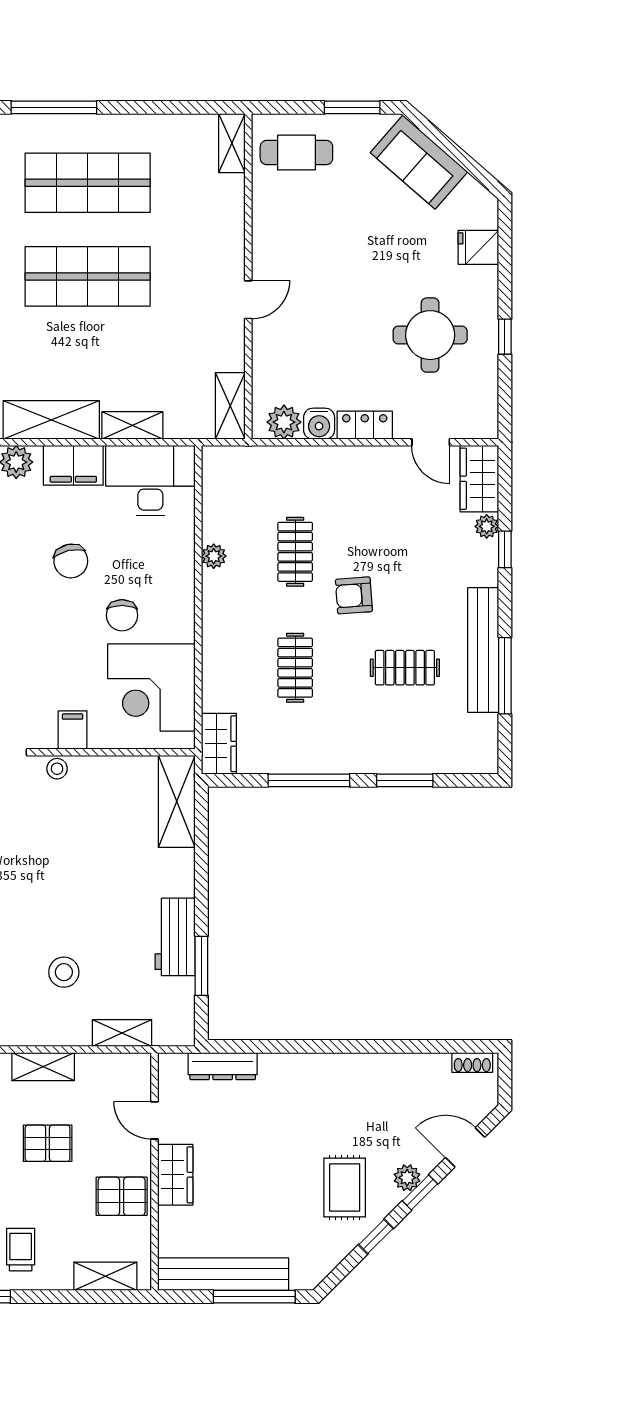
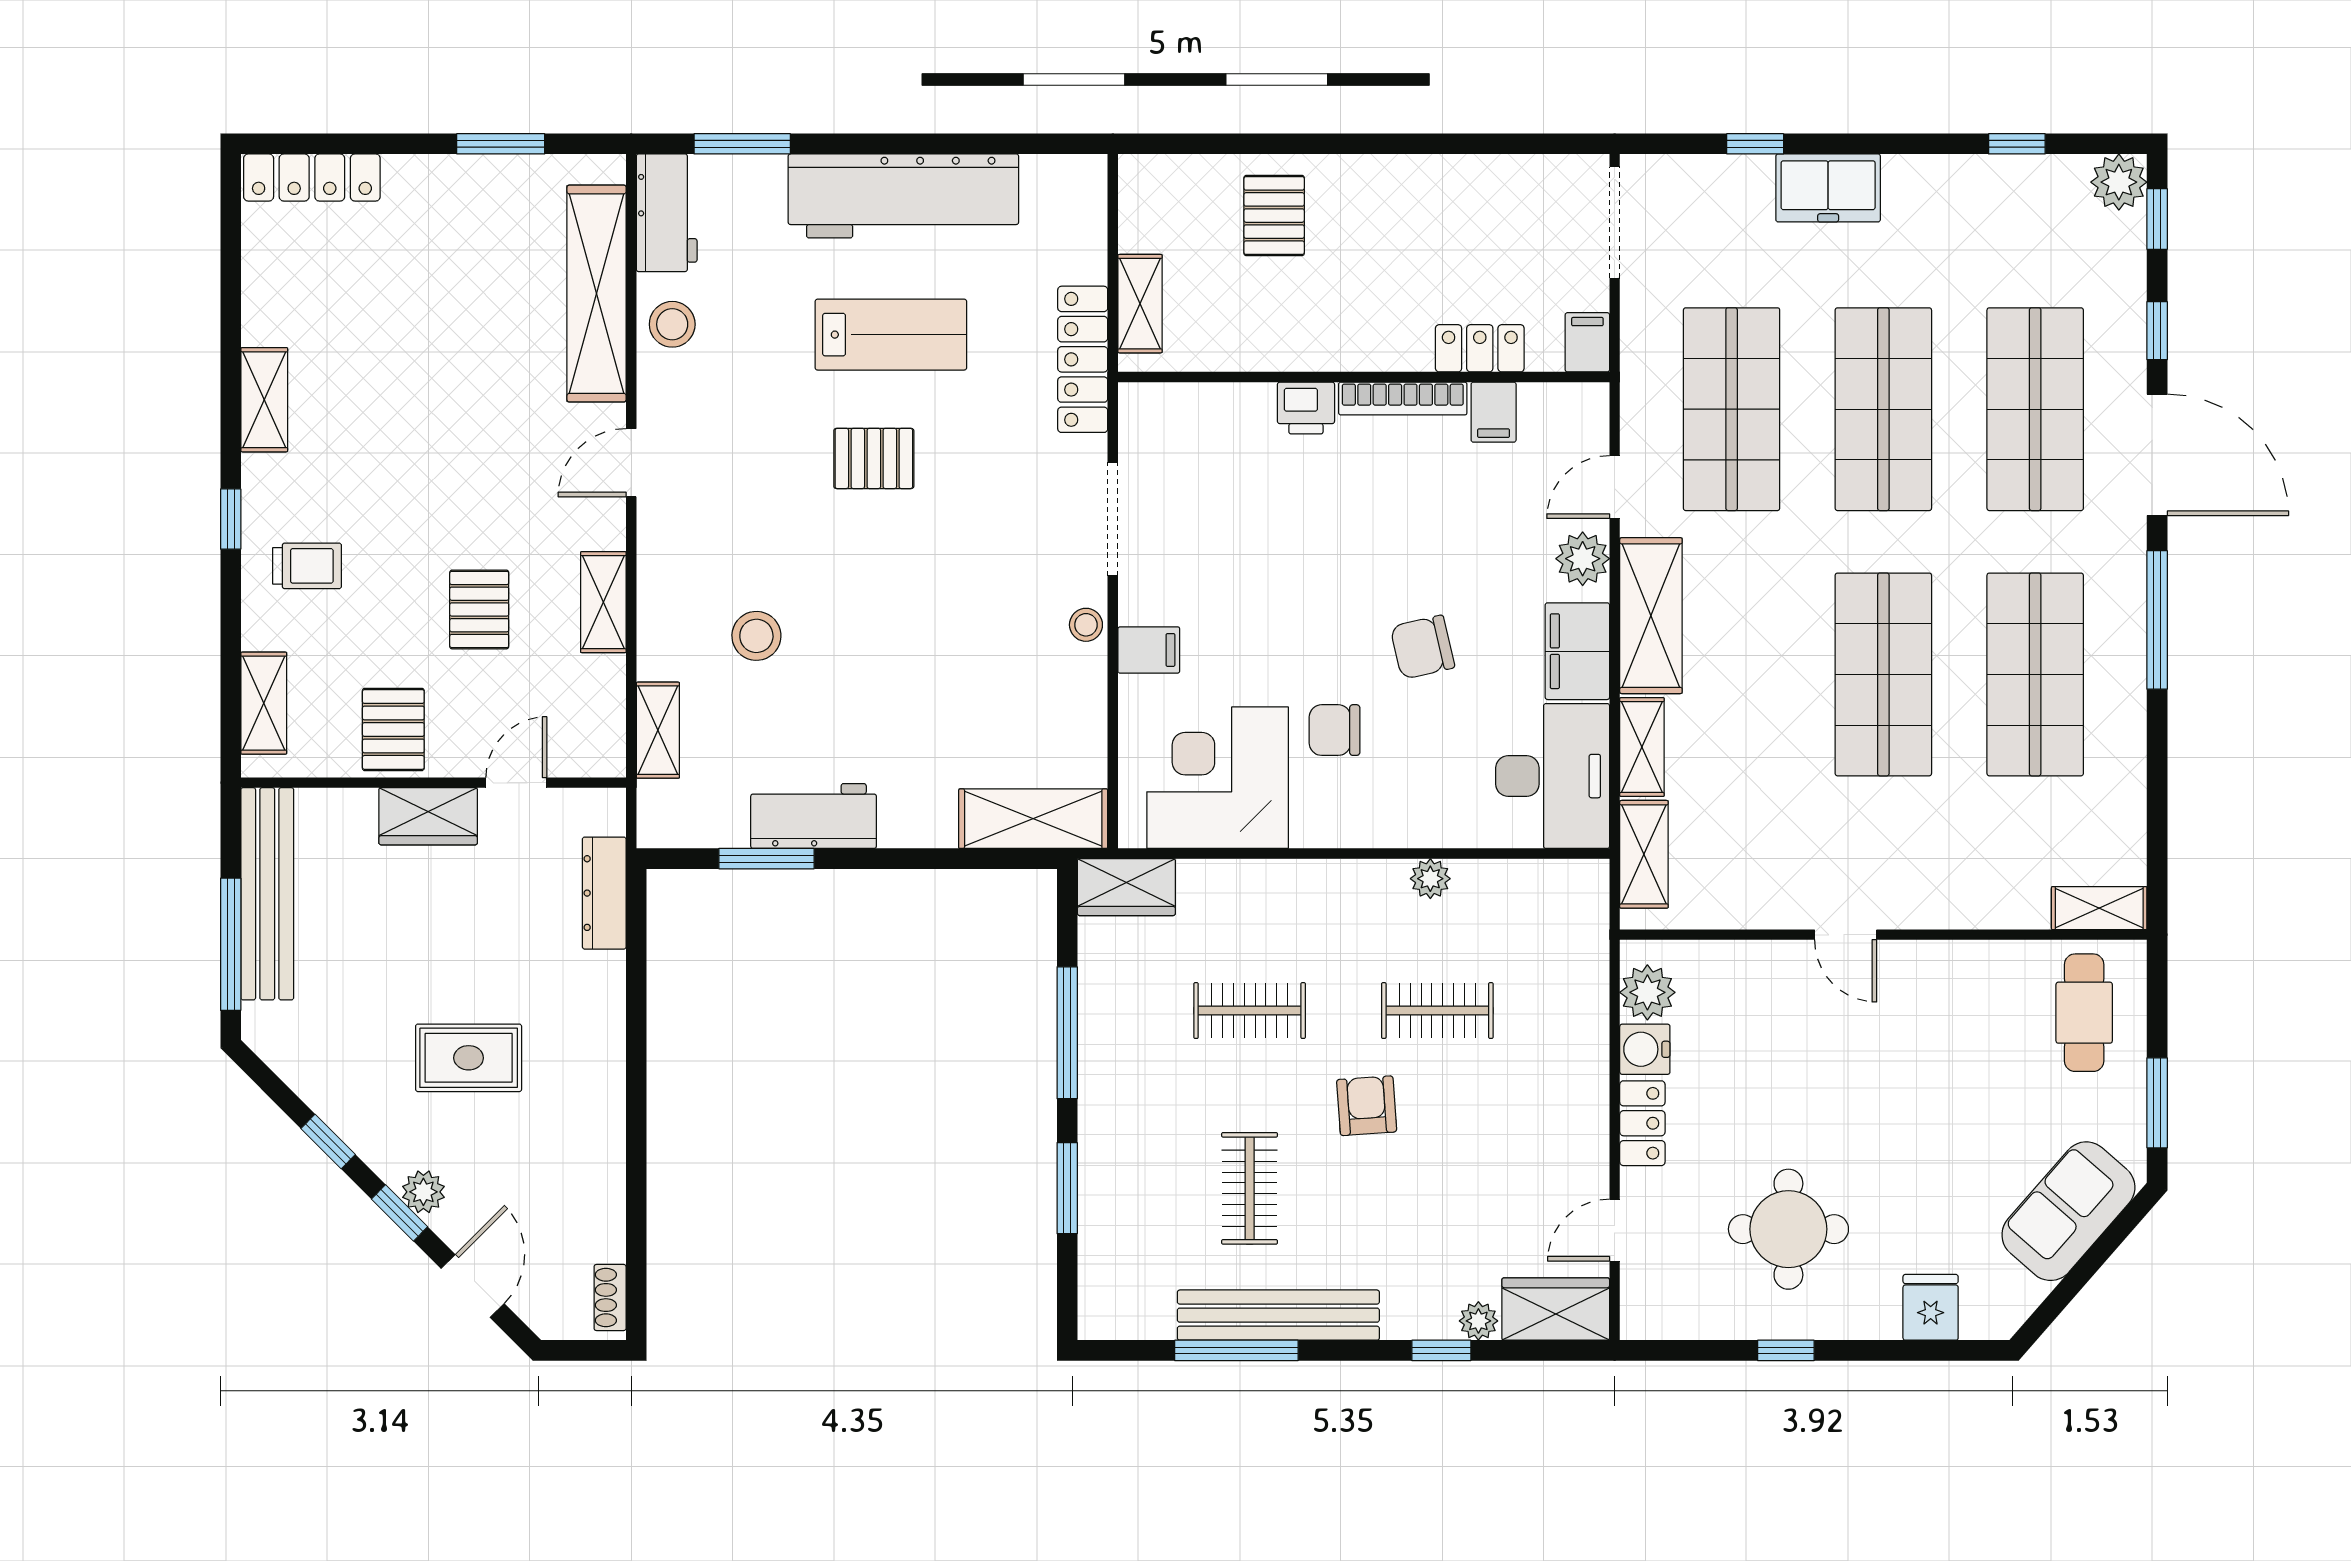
shelving: (230, 406) -> (1644, 854), moved, turned 90
rug: (345, 1187) -> (469, 1058), moved

